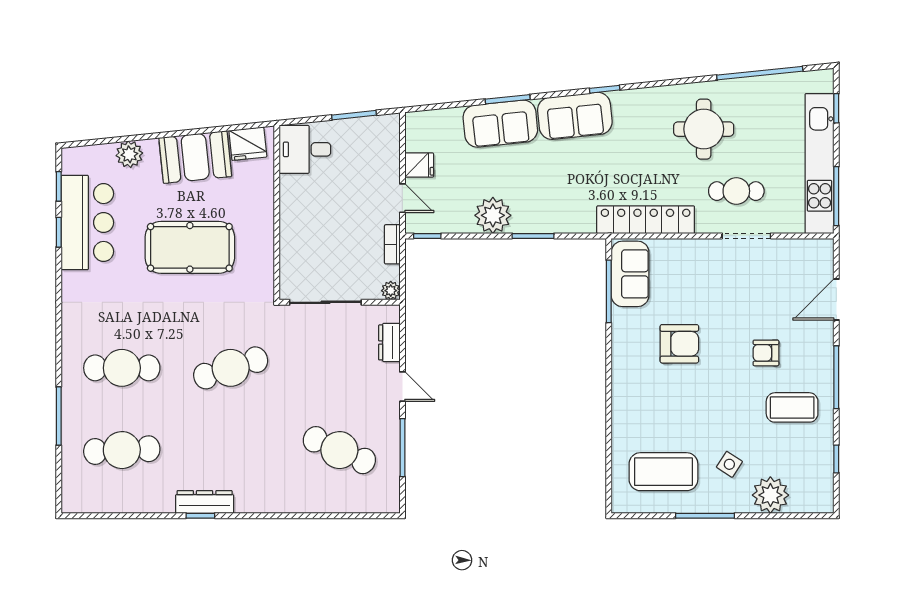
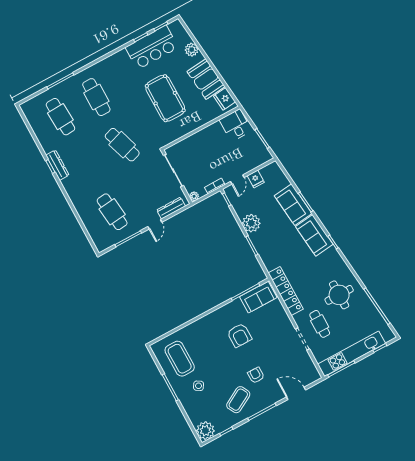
dresser: (389, 342) -> (171, 208), width x1.44
coffee table: (792, 407) -> (238, 400), turned 61
cafe table: (339, 450) -> (112, 212), turned -30
plant: (770, 495) -> (205, 431), moved

